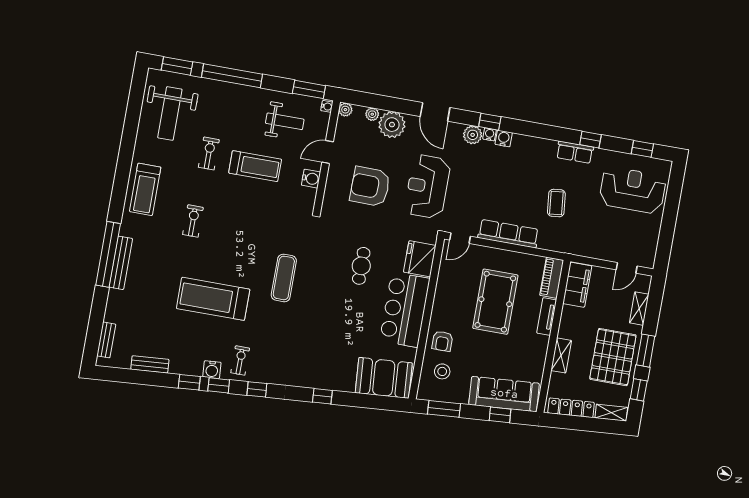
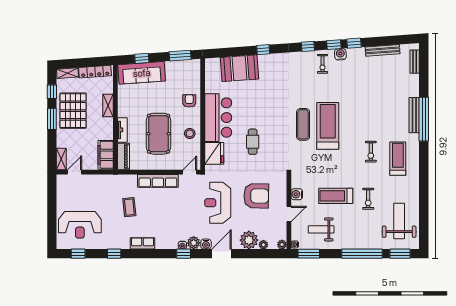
door: (435, 112) -> (222, 254), hinge flipped
water cooler: (504, 138) -> (206, 244), moved
row of seats: (575, 152) -> (142, 243), moved
reception desk: (427, 186) -> (218, 203), turned 180
treadmill: (145, 189) -> (398, 159), moved
treadmill: (213, 299) -> (328, 126), moved, turned -90
shelving: (639, 309) -> (61, 159), moved
bench: (150, 364) -> (383, 50), width x1.36
stool: (442, 371) -> (190, 133), moved
booth: (384, 378) -> (239, 68), moved

